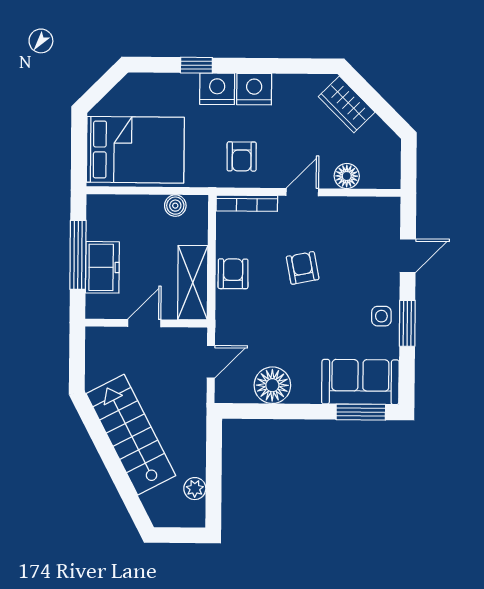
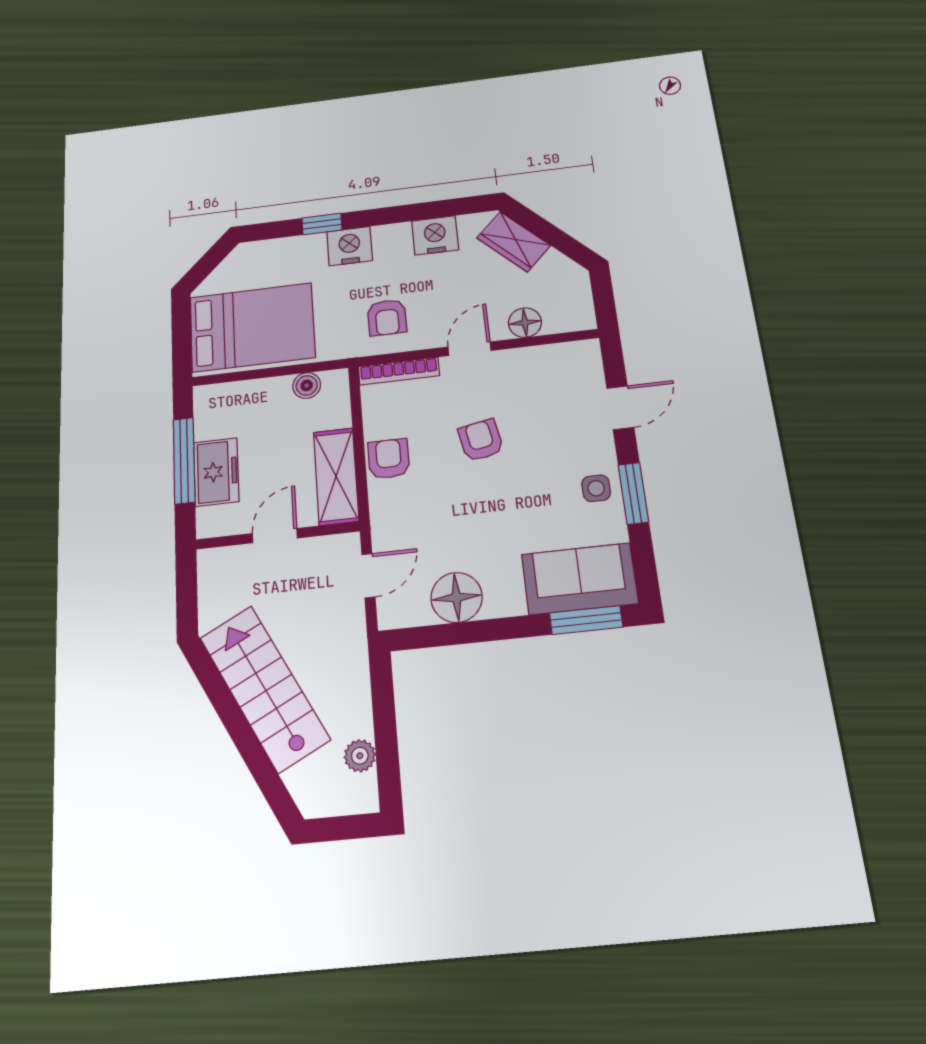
nightstand: (254, 89) -> (435, 235), moved

